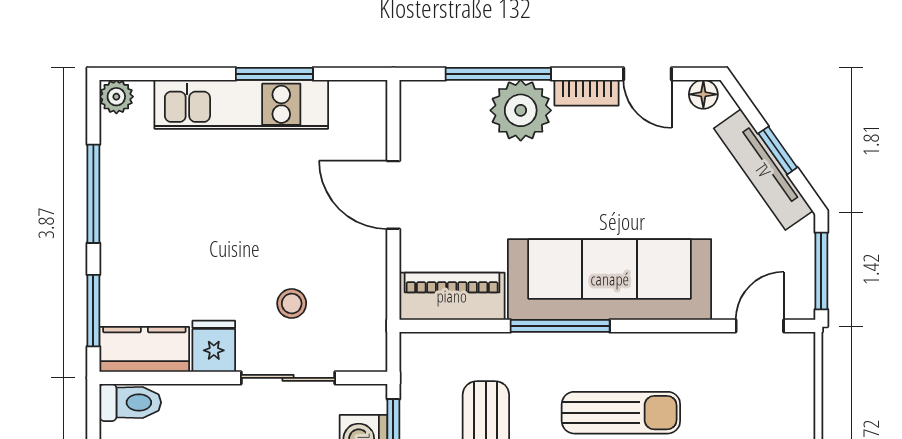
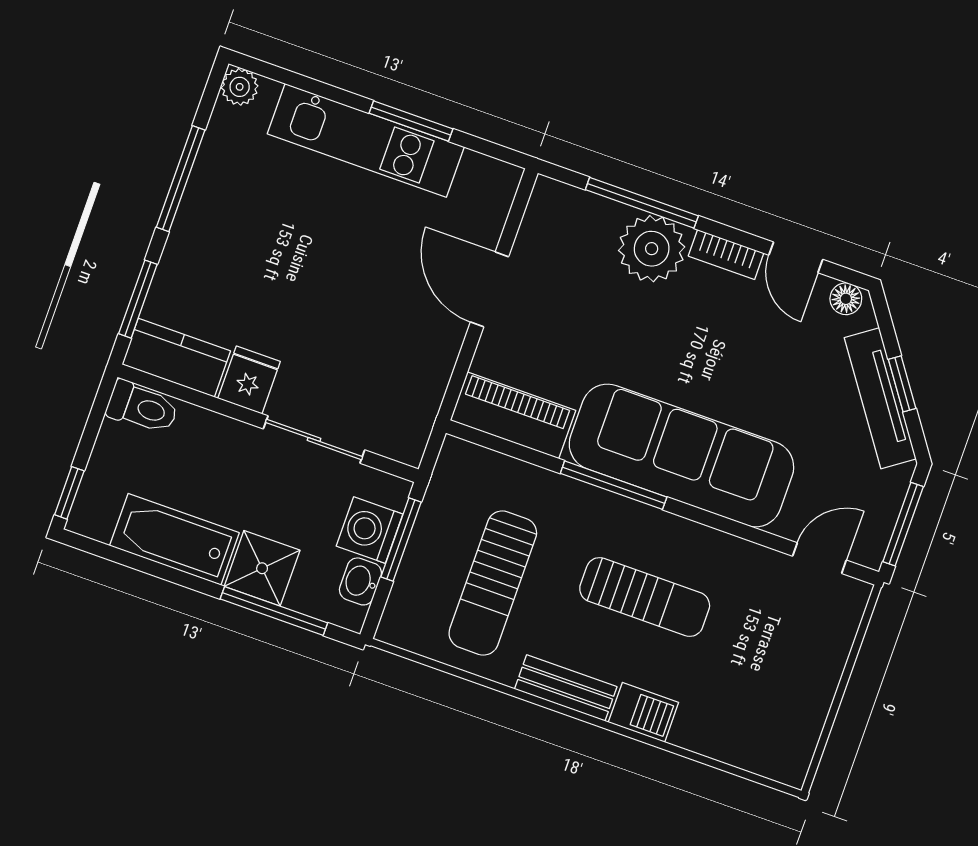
stool: (292, 304) -> (345, 364), removed

